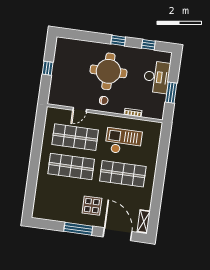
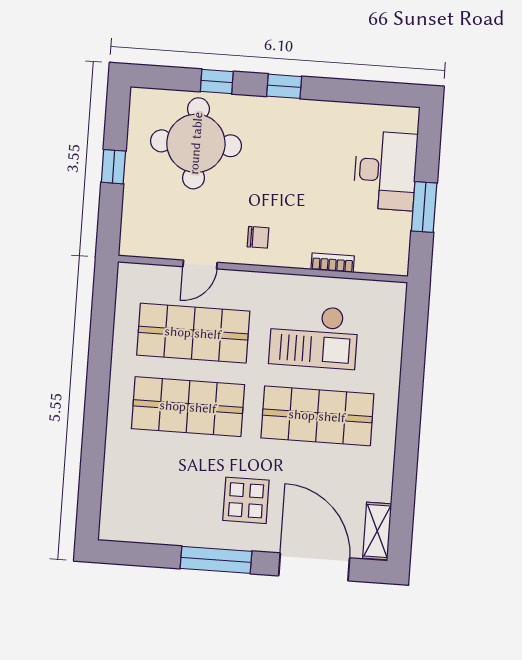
window: (148, 45) -> (217, 81), moved
round table: (108, 71) -> (196, 143), moved
checkout: (123, 142) -> (314, 336), turned 180

